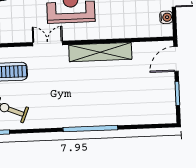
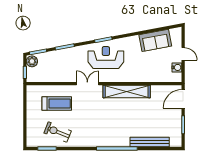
bench: (134, 118) -> (150, 142), added

